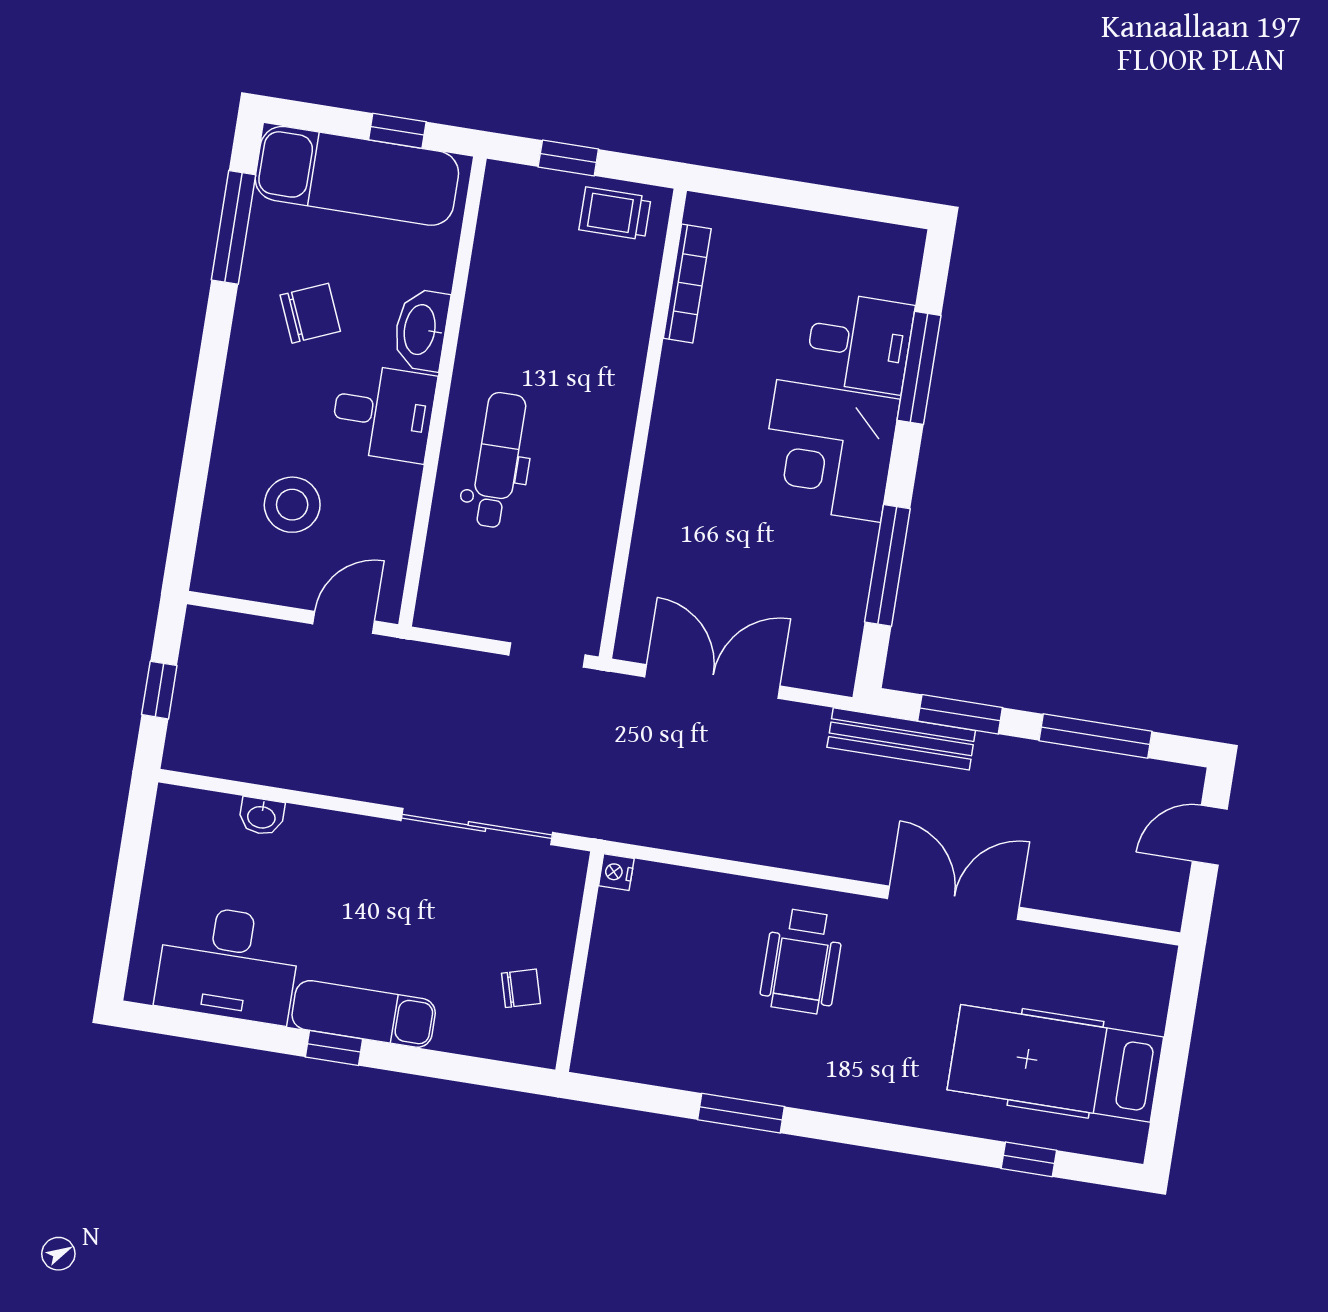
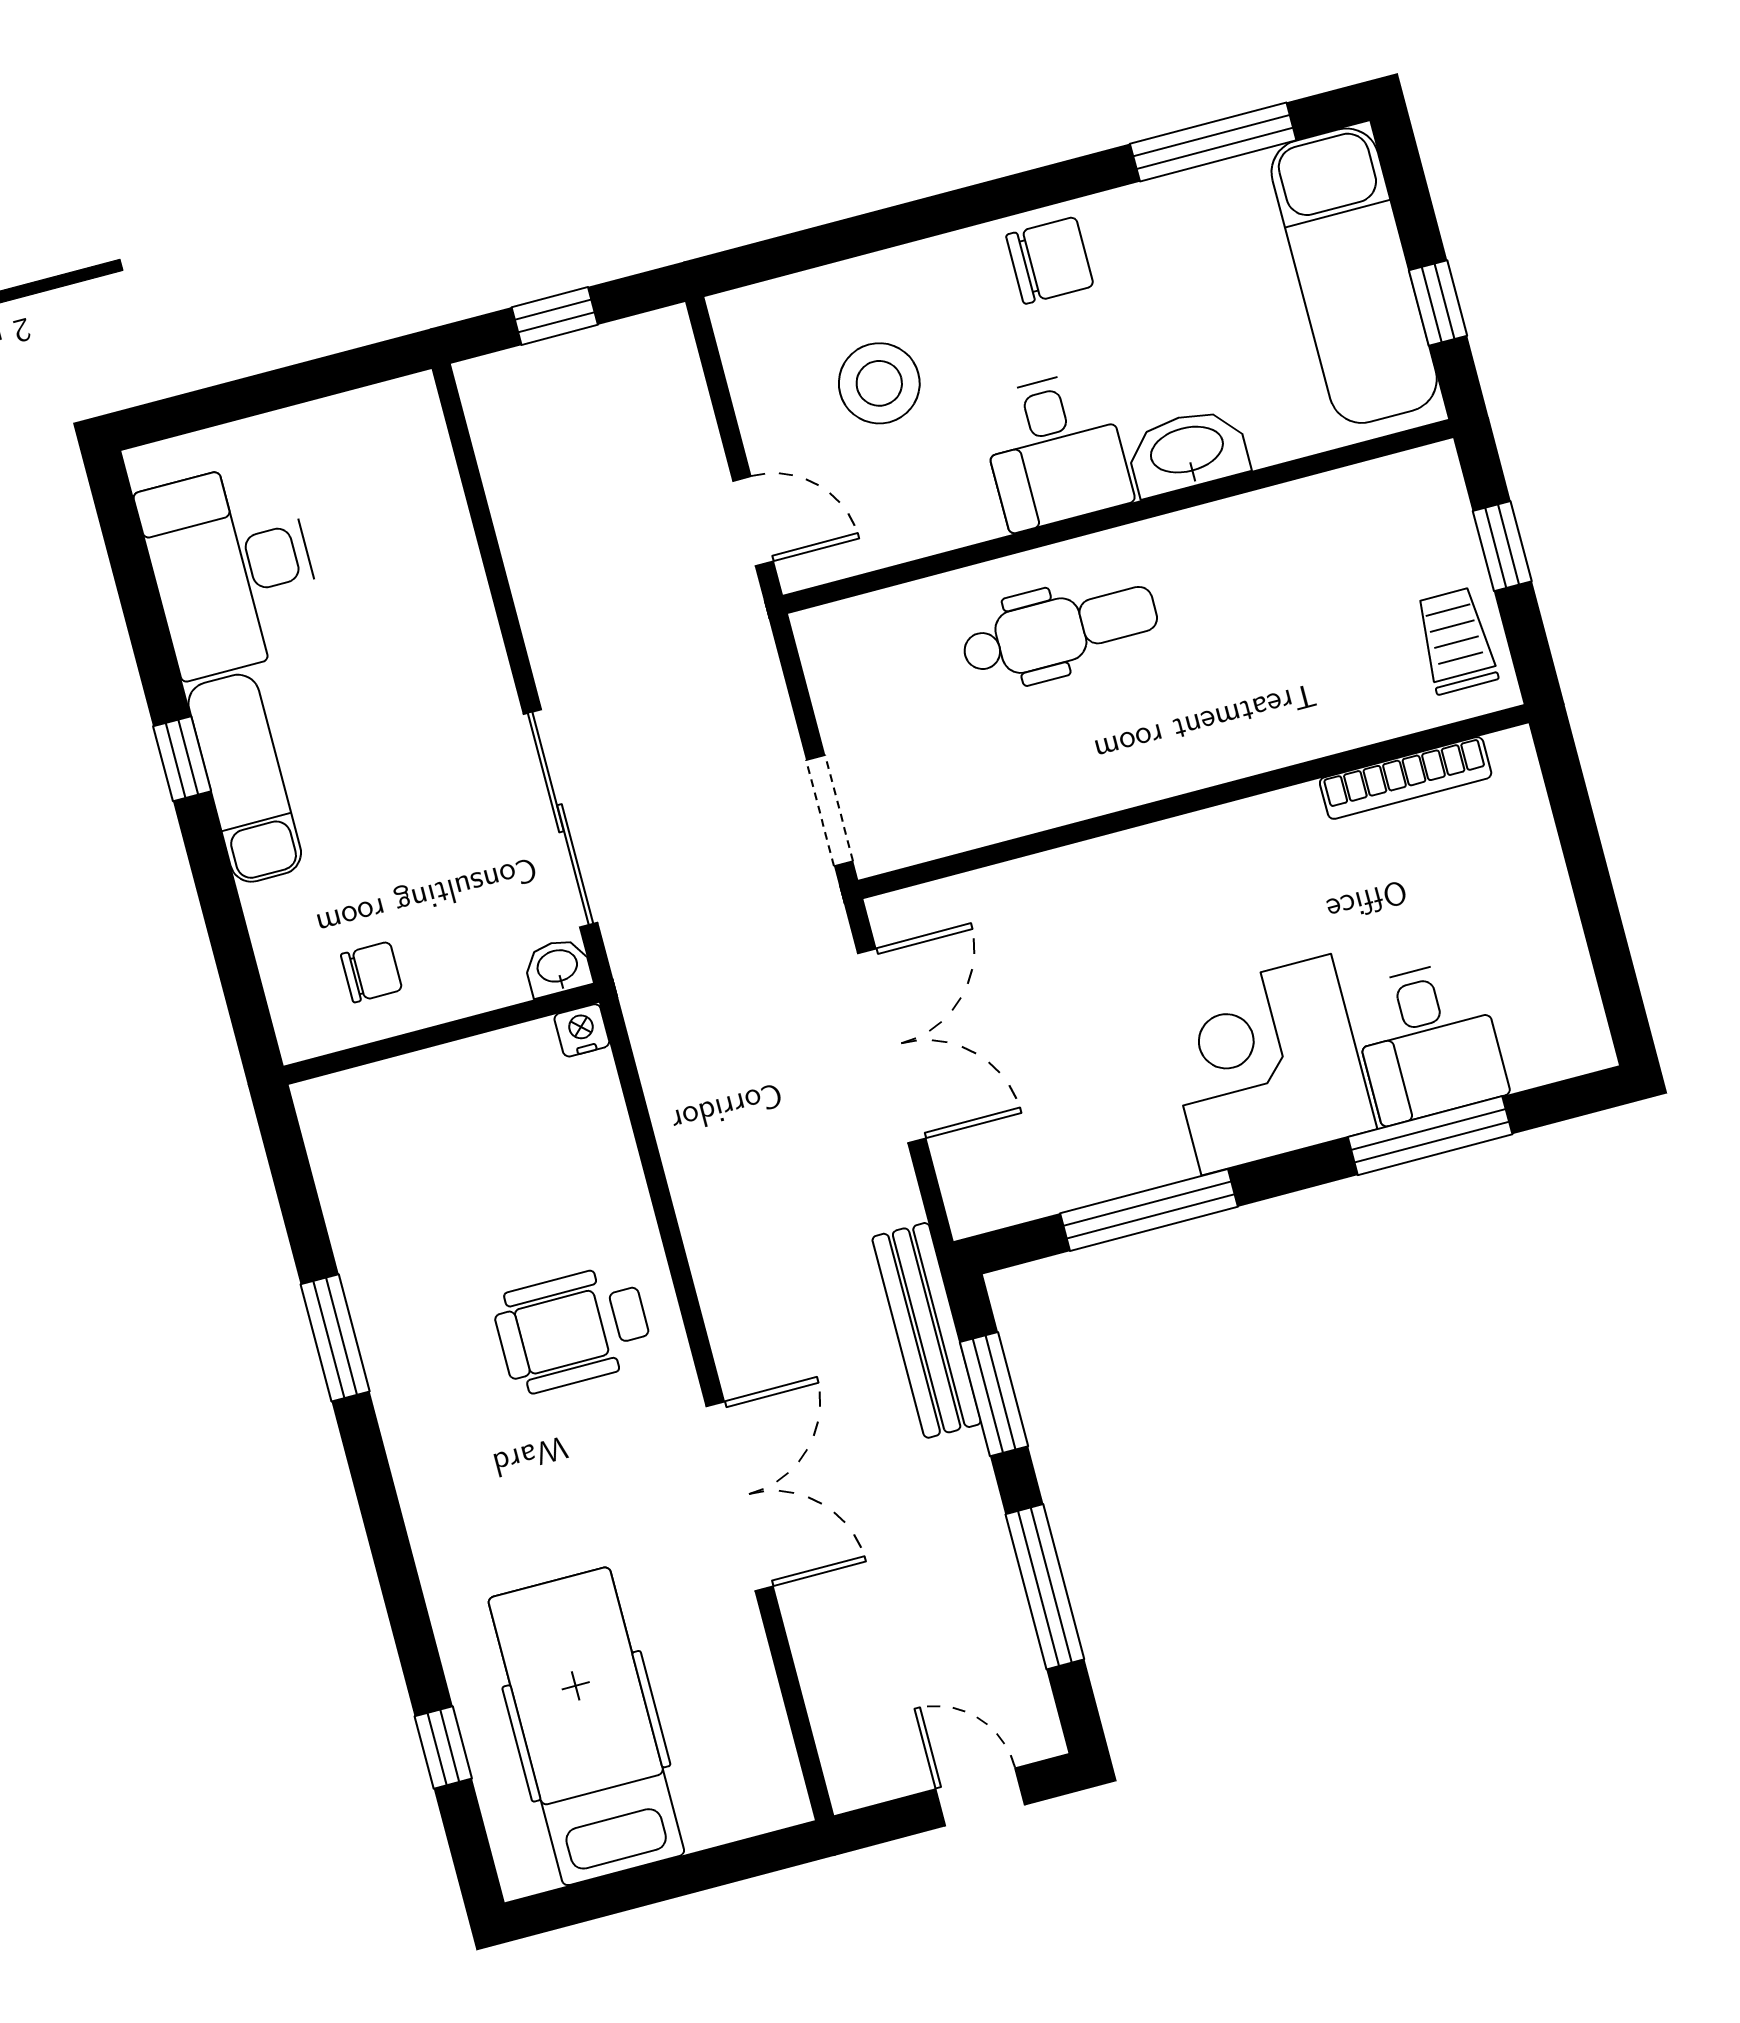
chair: (310, 313) -> (1050, 260), moved, turned -67
washbasin: (262, 816) -> (558, 967), moved, turned 90
chair: (521, 988) -> (371, 972), turned -74

